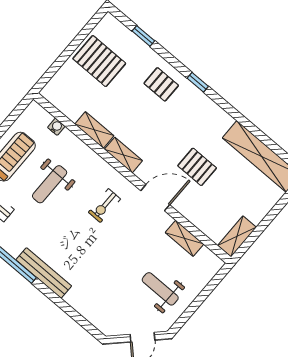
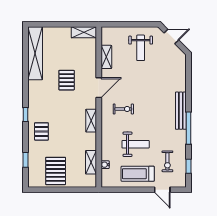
shelving: (94, 130) -> (91, 162), moved
door: (155, 198) -> (99, 88), swing flipped

